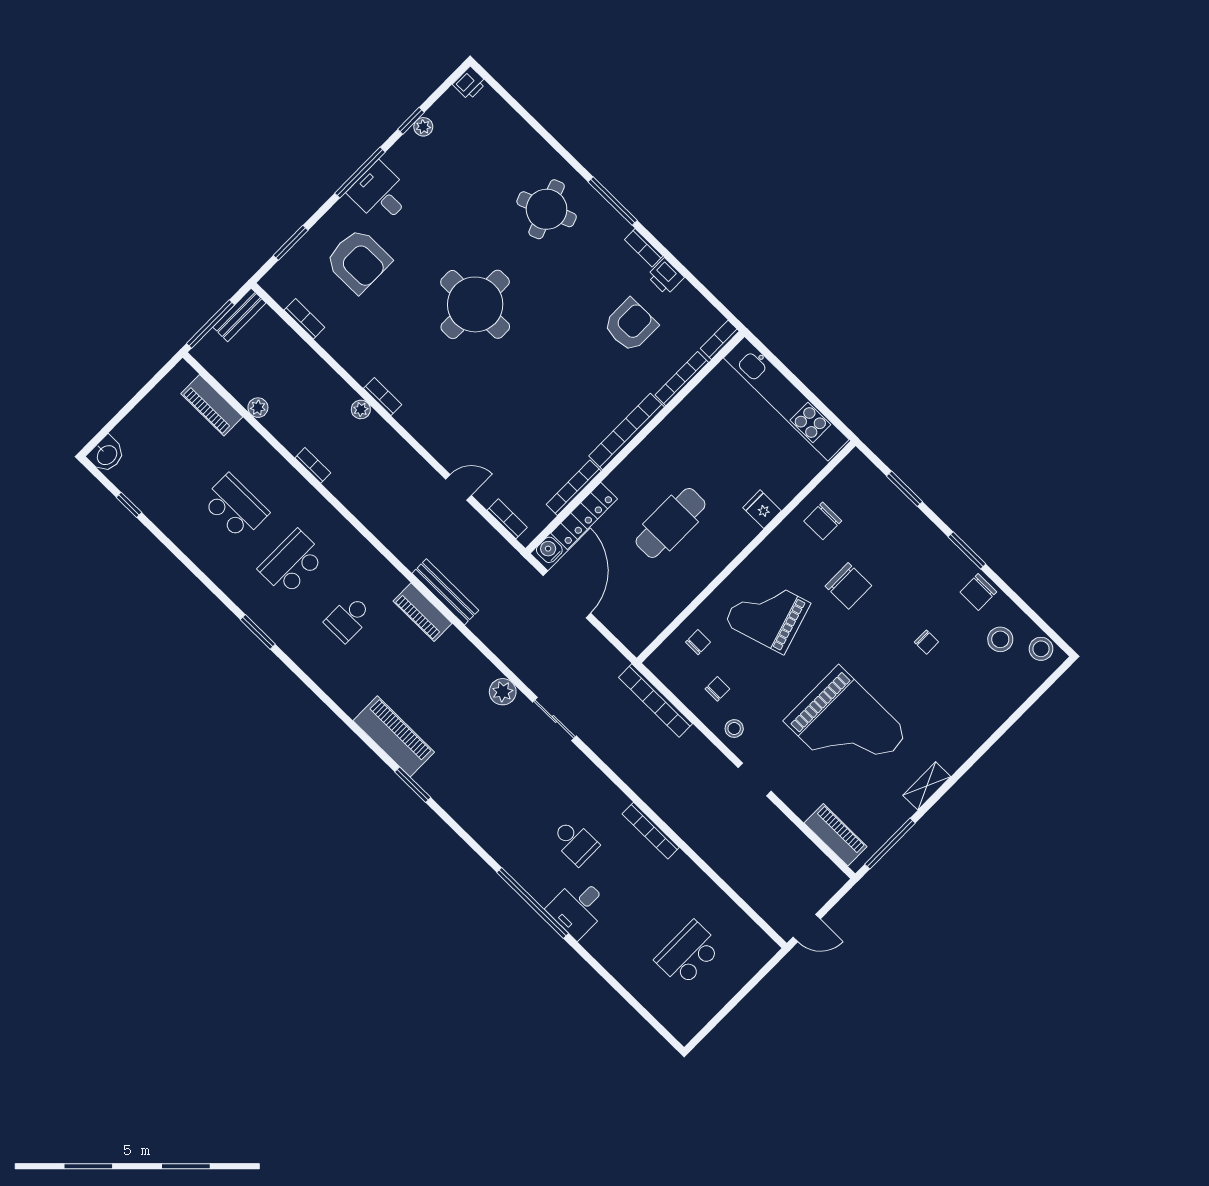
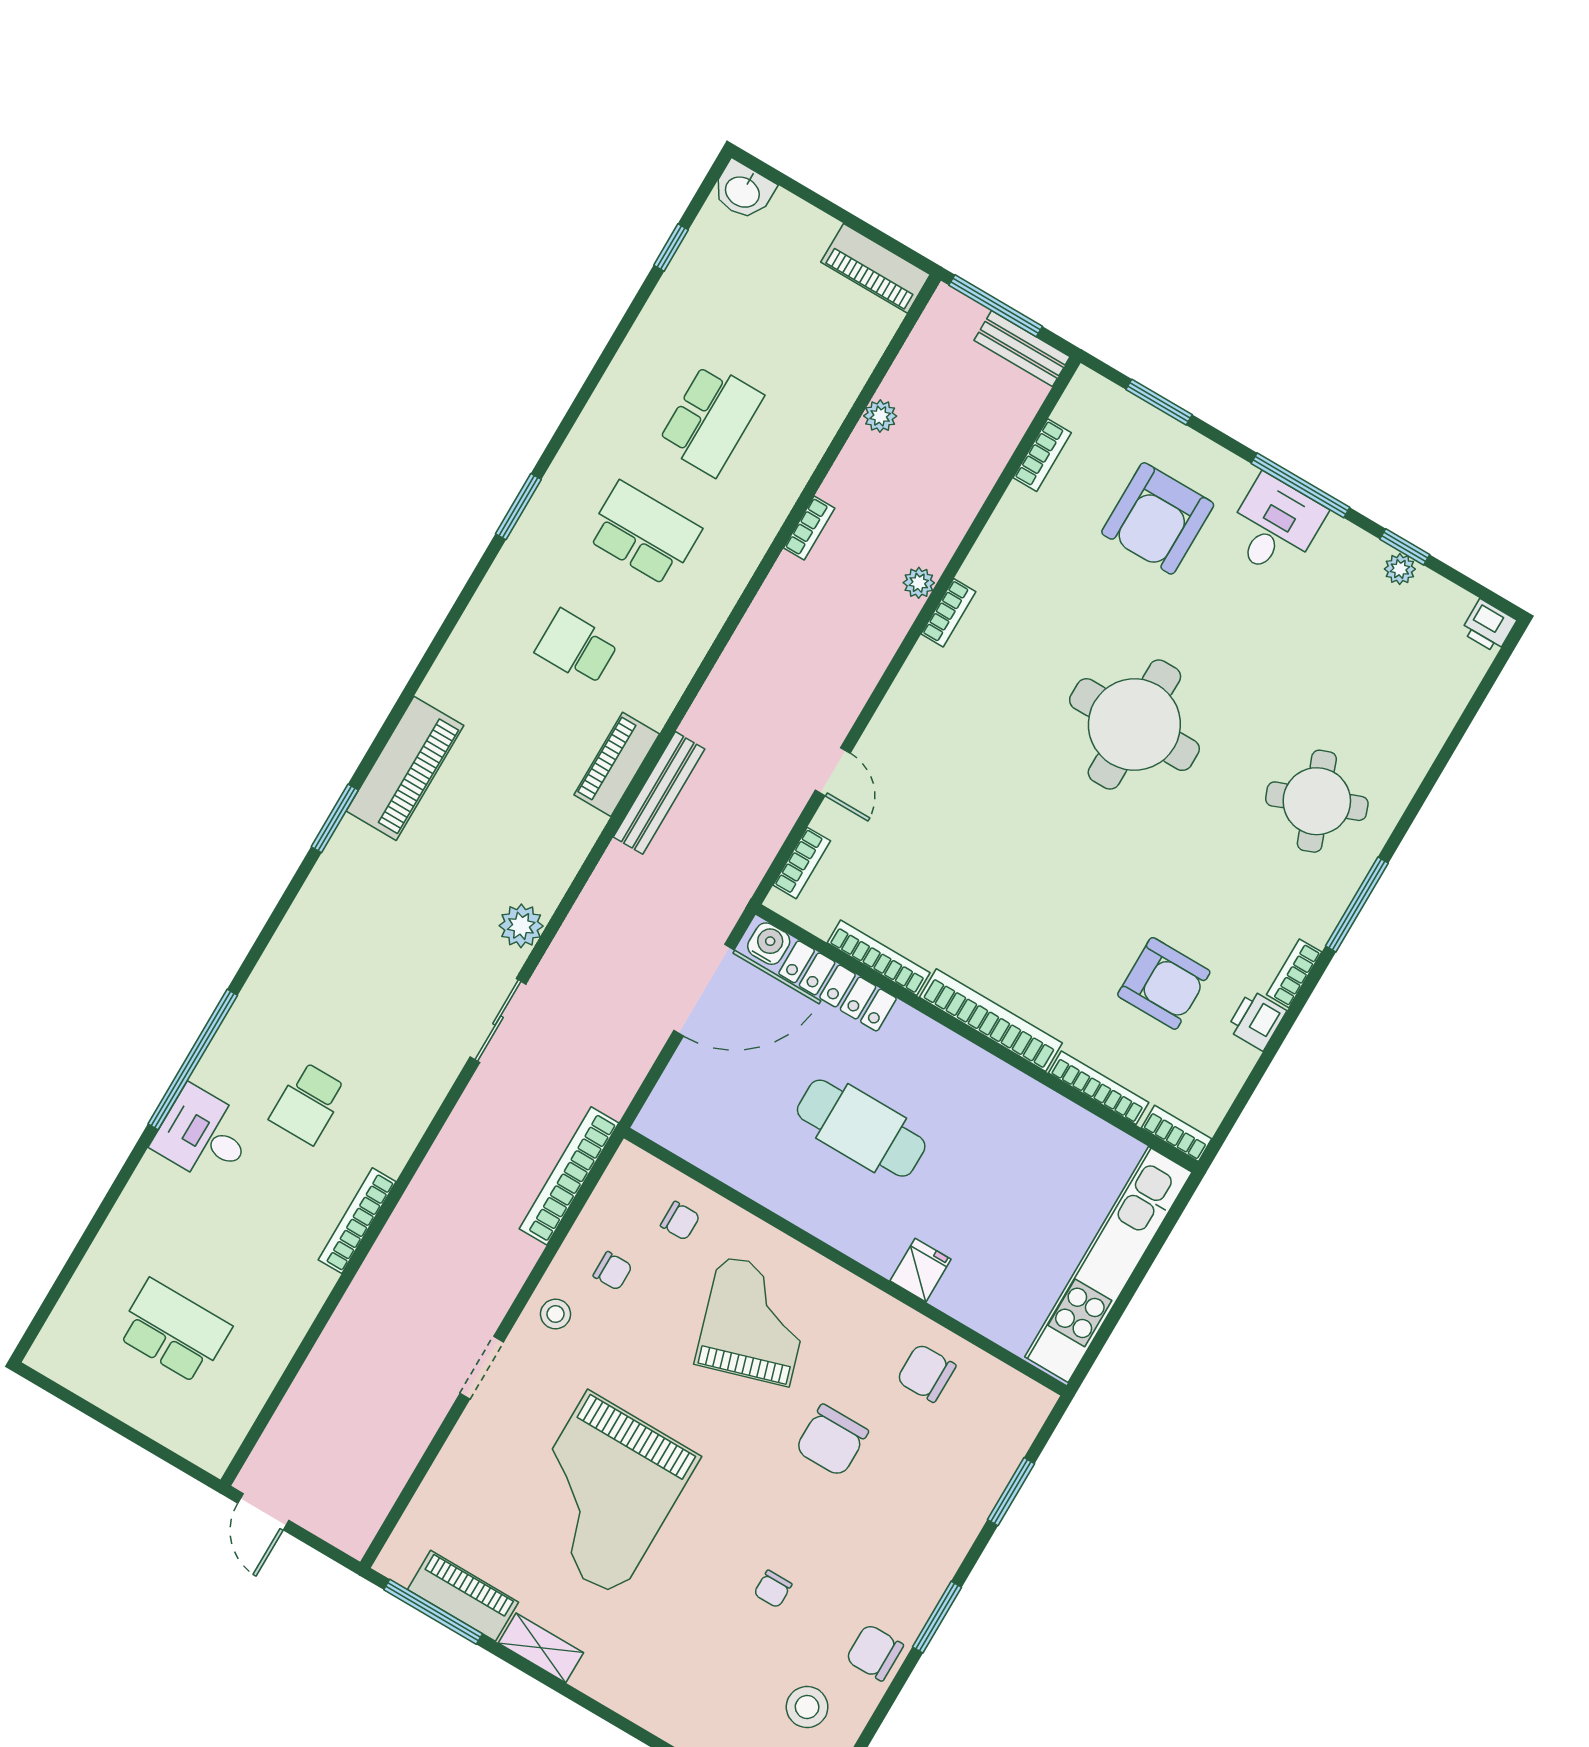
piano: (212, 405) -> (876, 268), moved, turned -90
piano: (836, 835) -> (463, 1596), moved, turned -90

